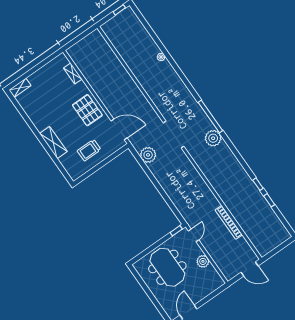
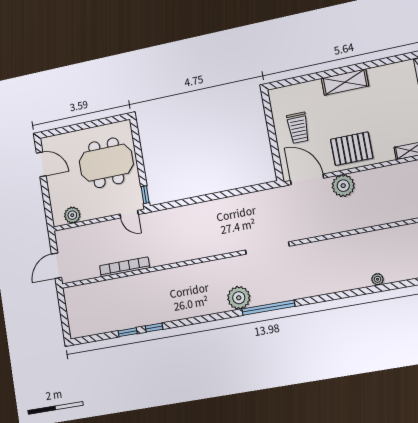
door: (119, 129) -> (307, 179), swing flipped
shelving: (53, 143) -> (345, 82), moved
trolley: (89, 150) -> (298, 128), turned 180
plant: (148, 155) -> (343, 186), moved
plant: (203, 261) -> (72, 215), moved

